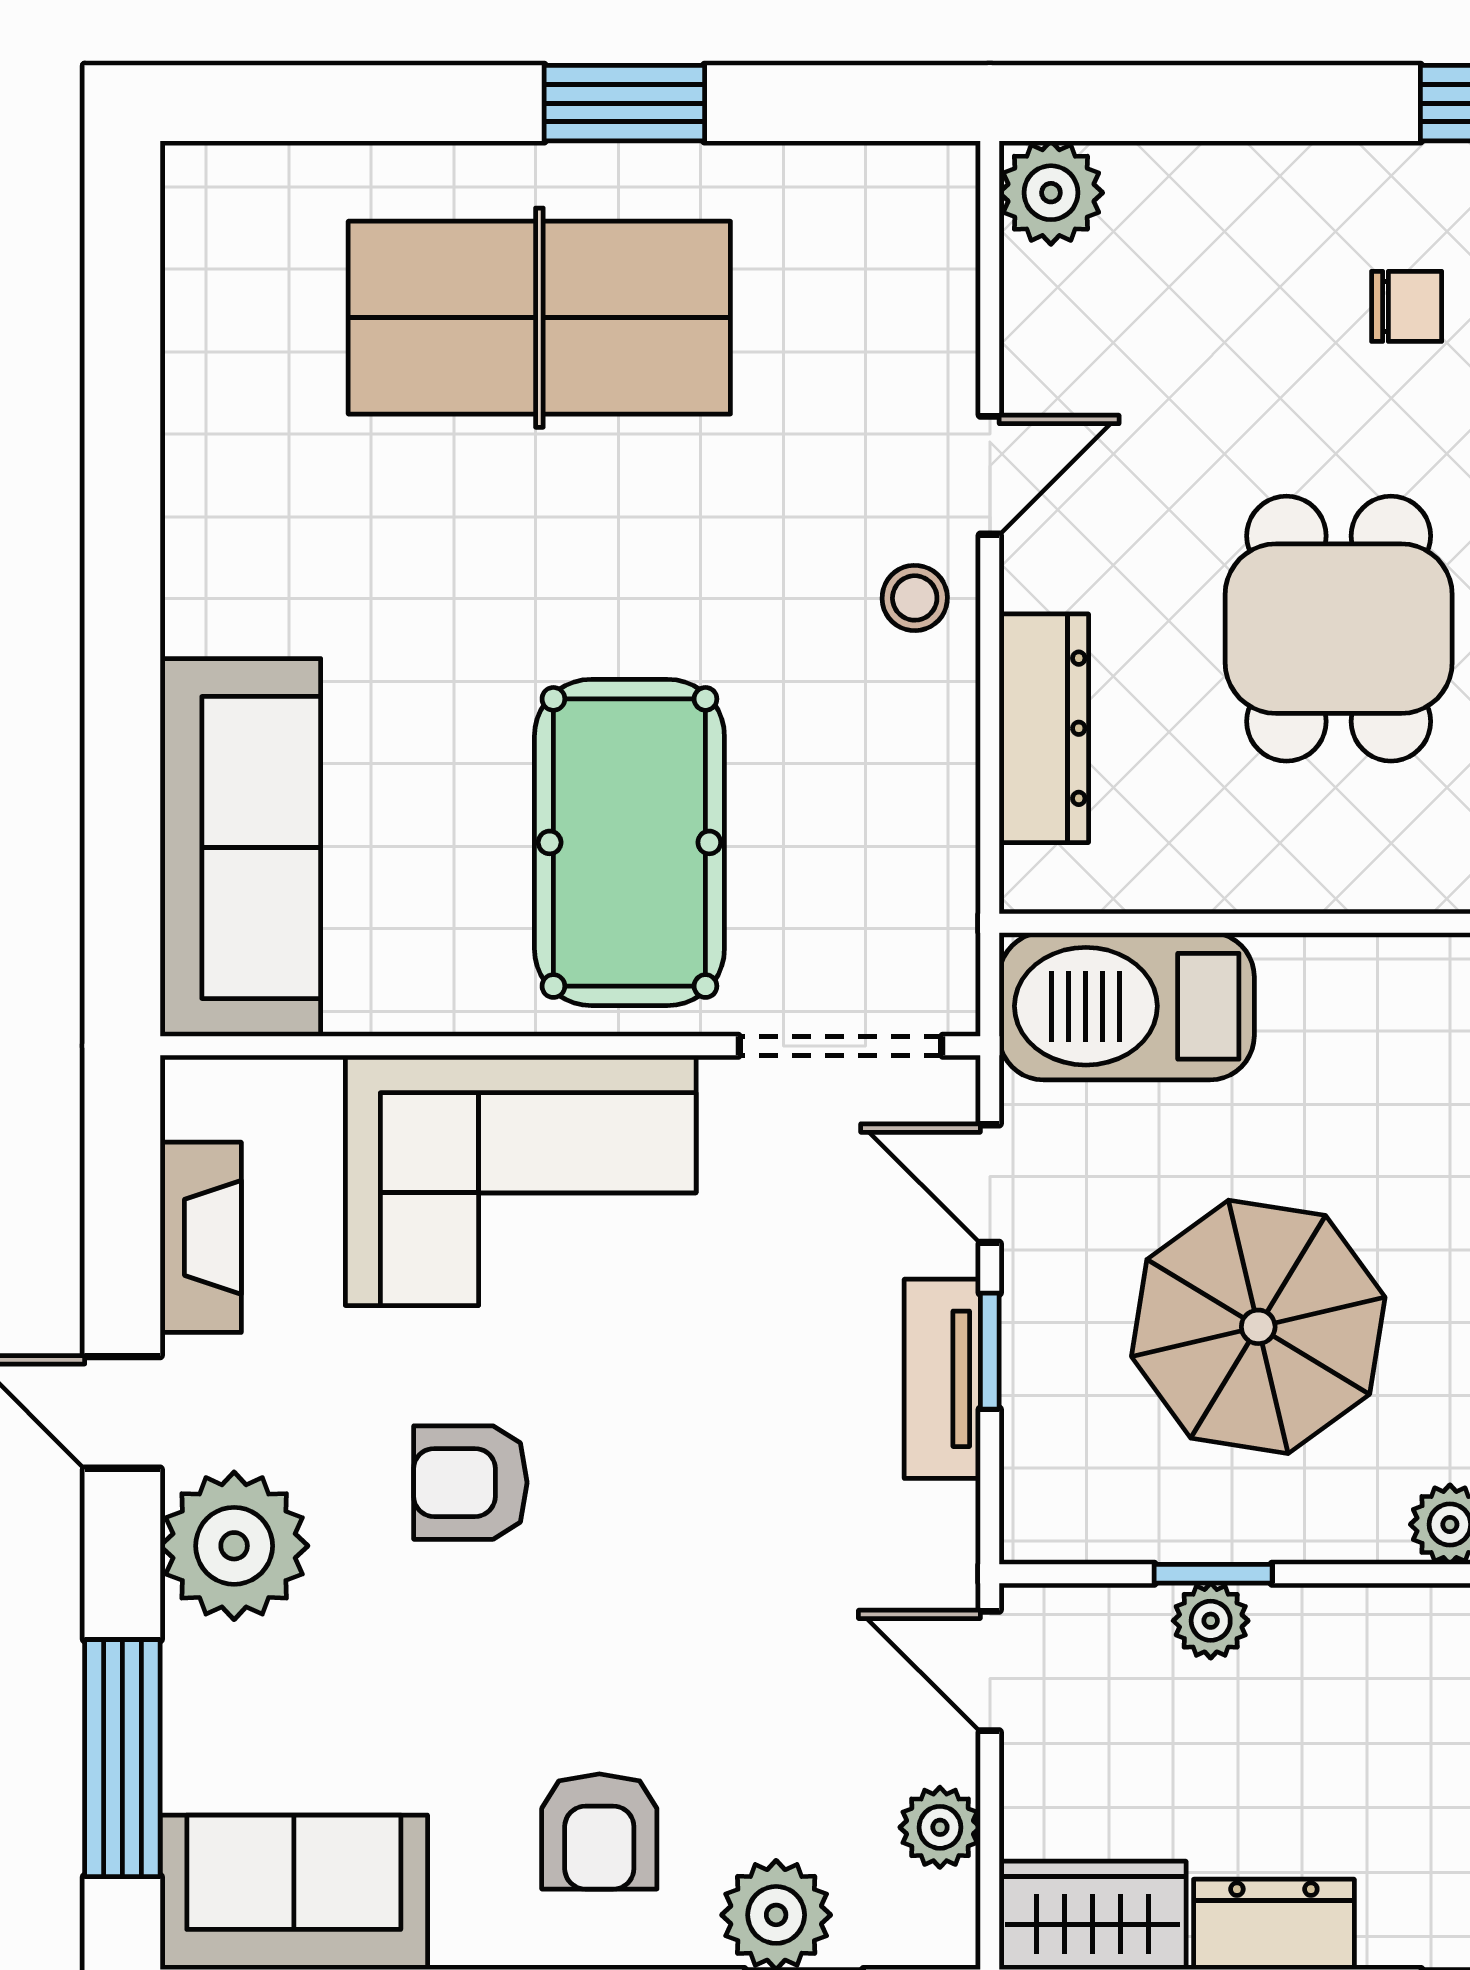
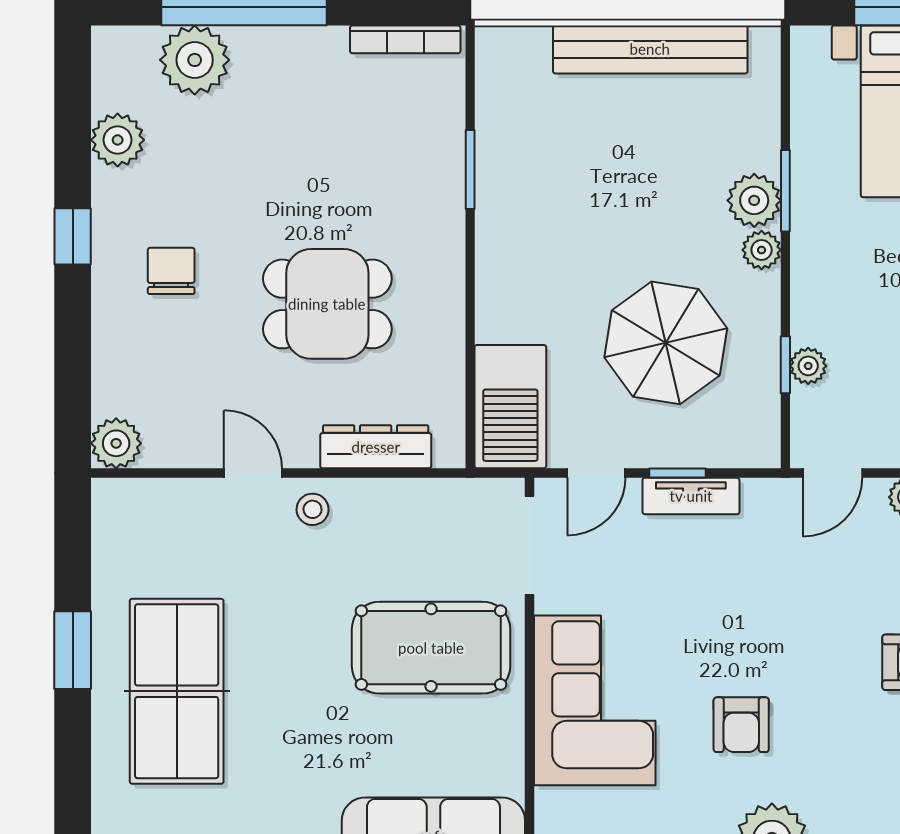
chair: (1407, 306) -> (171, 271), width x1.37, depth x1.37

